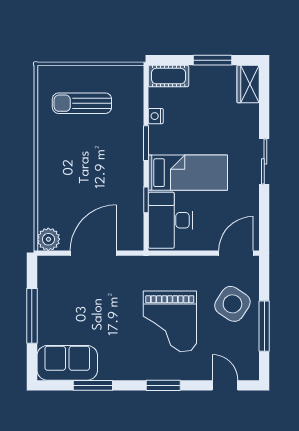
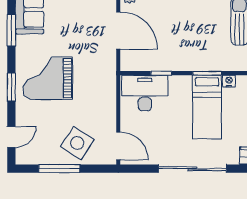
sliding door: (264, 161) -> (192, 169), width x1.86
bed: (188, 173) -> (207, 107), moved
grand piano: (170, 321) -> (48, 78), moved

